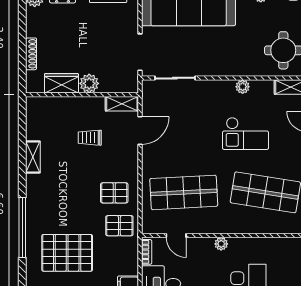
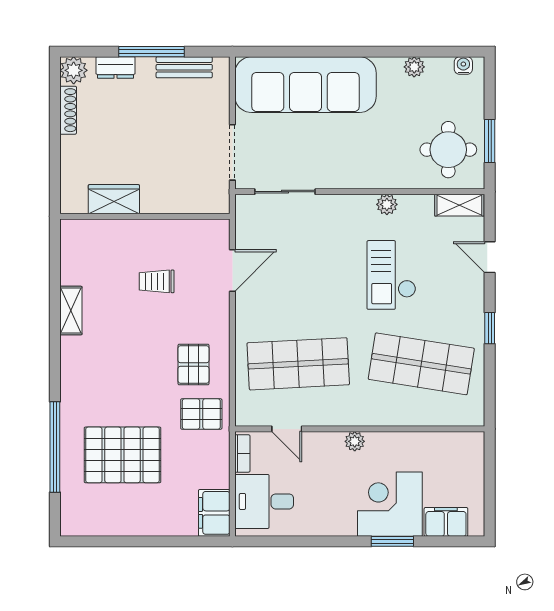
shoe rack: (31, 54) -> (68, 110), moved
plant: (89, 83) -> (156, 200), removed
shelving: (122, 104) -> (205, 230), removed
checkout: (245, 133) -> (391, 275), turned 90
pallet: (114, 193) -> (193, 365), turned 90
window: (22, 228) -> (55, 447), moved

